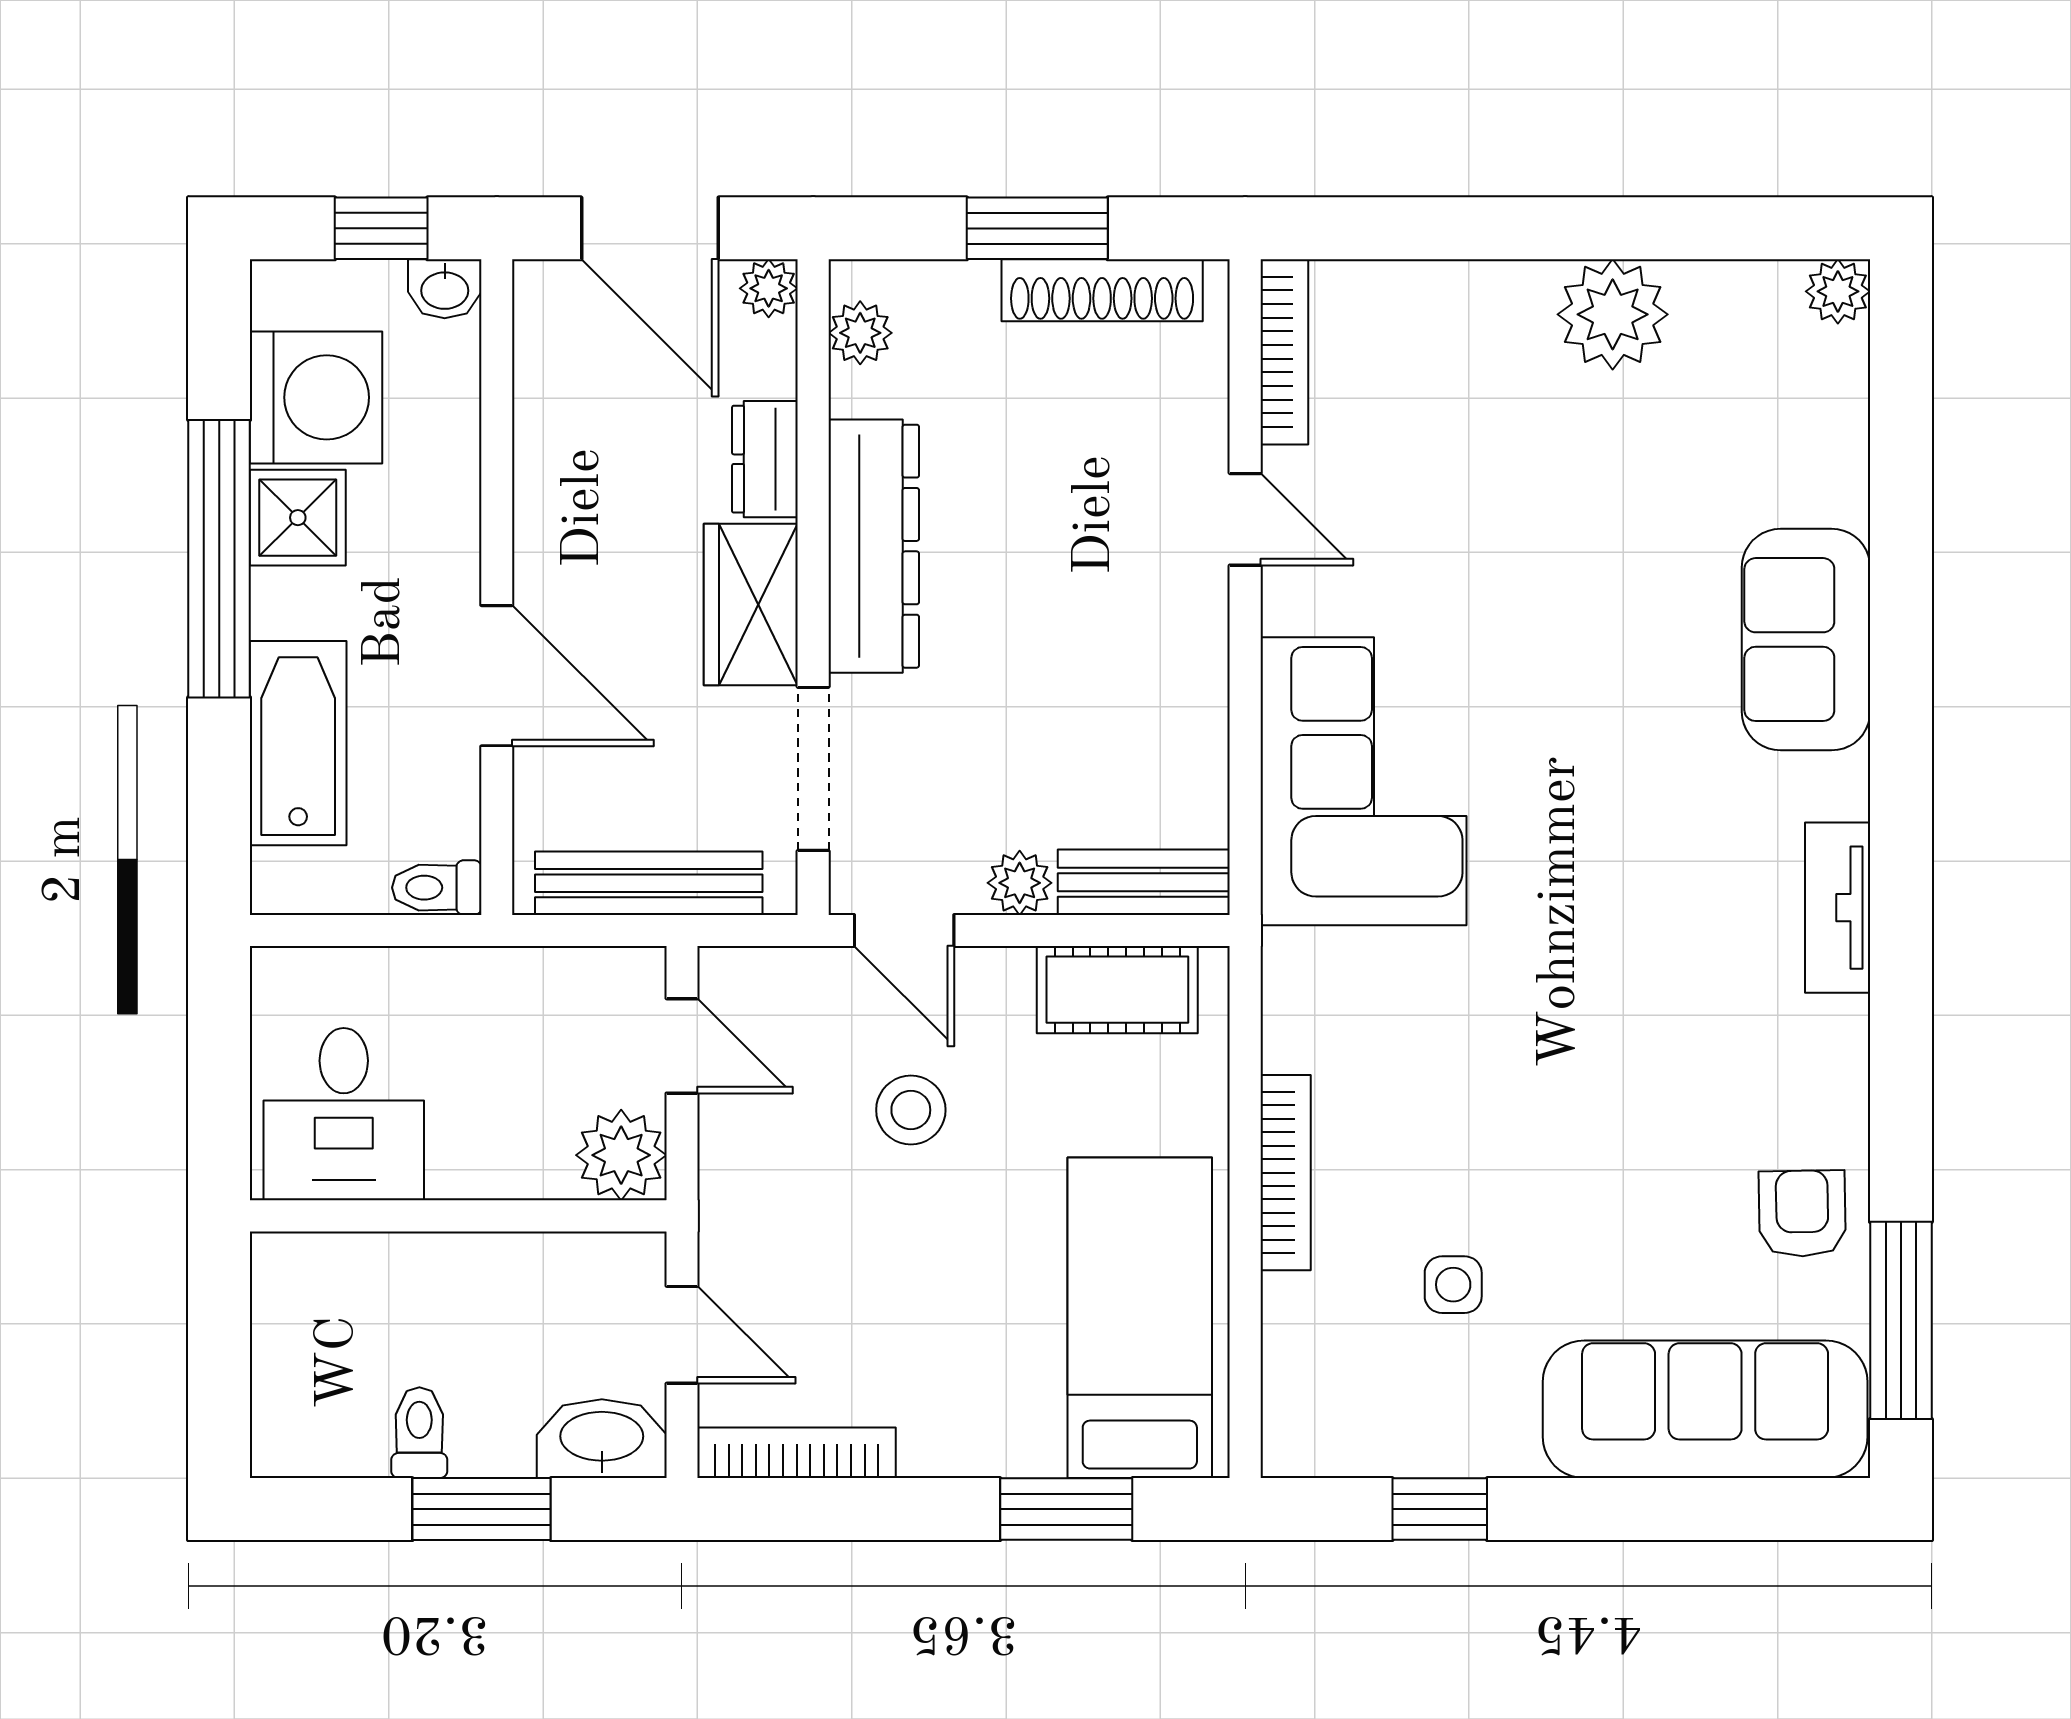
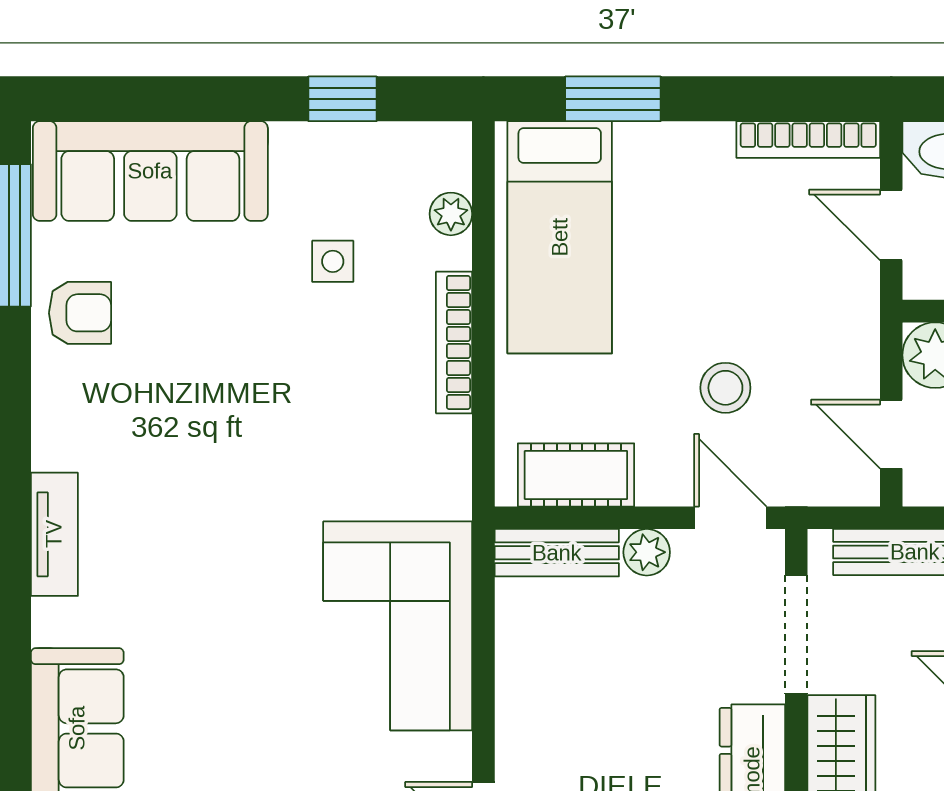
armchair: (1802, 1213) -> (80, 313), turned -89
plant: (1290, 1350) -> (451, 214), added

